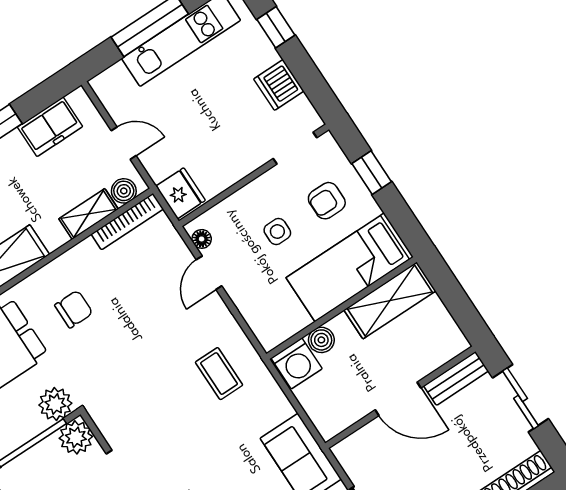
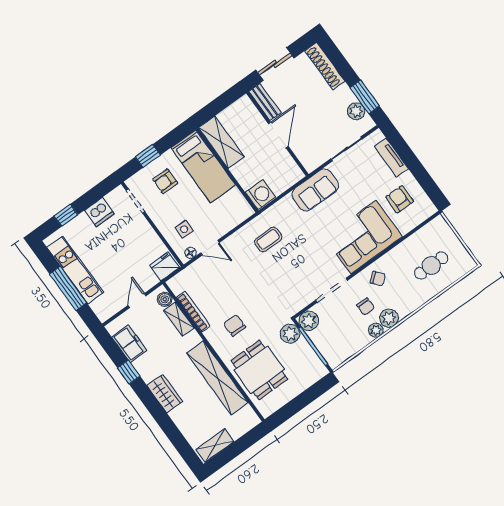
armchair: (327, 201) -> (165, 181), turned 90
bookcase: (127, 222) -> (193, 312), moved
side table: (277, 232) -> (184, 229), moved
boiler: (321, 340) -> (246, 181), removed

